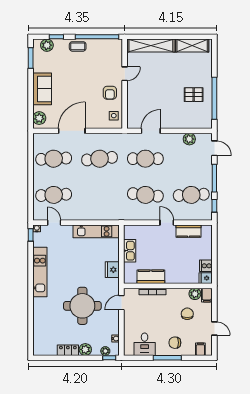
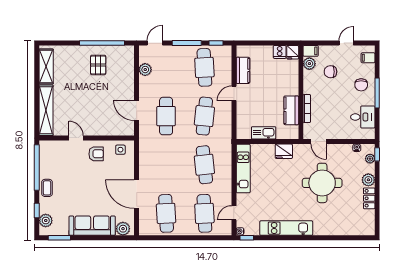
sofa: (42, 89) -> (92, 226), width x1.36
cafe table: (100, 159) -> (204, 165), moved

